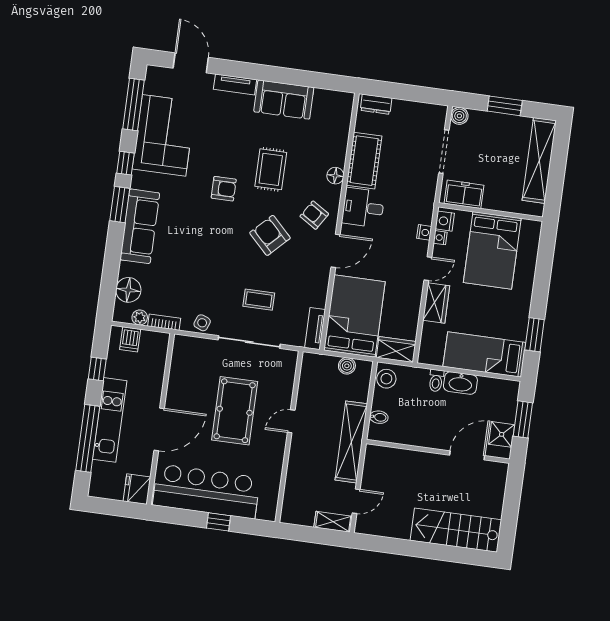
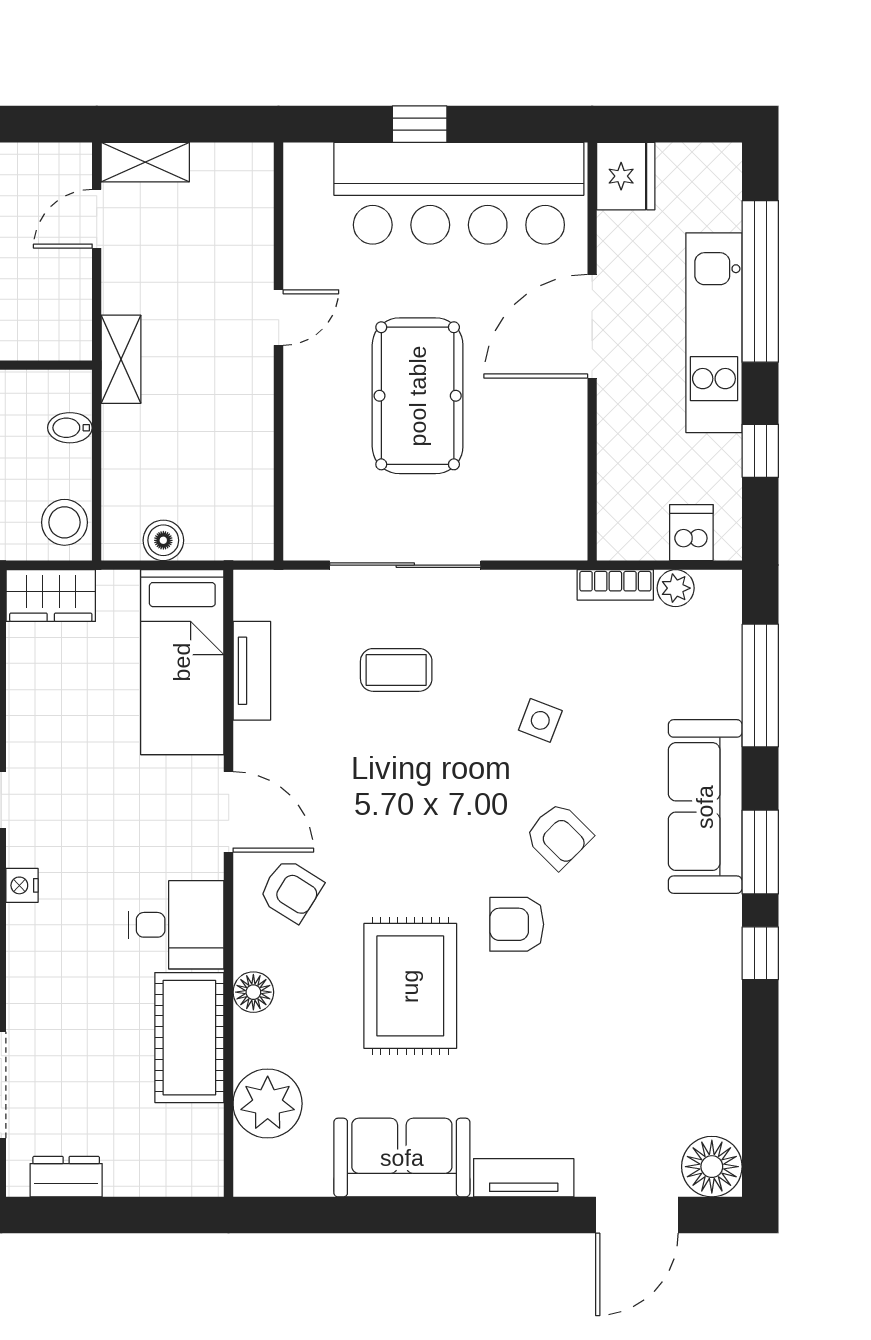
door: (191, 63) -> (637, 1215), hinge flipped
dresser: (376, 104) -> (66, 1177), moved
window: (133, 105) -> (760, 686), moved
plant: (336, 129) -> (268, 1104), added
corner sofa: (164, 135) -> (677, 1032), removed
rug: (271, 169) -> (410, 986), width x1.36, depth x1.43
armchair: (270, 235) -> (559, 836), moved, width x0.72, depth x0.72
door: (335, 251) -> (229, 812), swing flipped
floor lamp: (128, 290) -> (712, 1167), moved
bed: (354, 316) -> (182, 662), width x0.67
side table: (202, 323) -> (540, 720), moved
tv unit: (315, 329) -> (252, 671), moved
door: (291, 421) -> (279, 318), moved
shelving: (351, 442) -> (121, 359), width x0.45, depth x0.75

